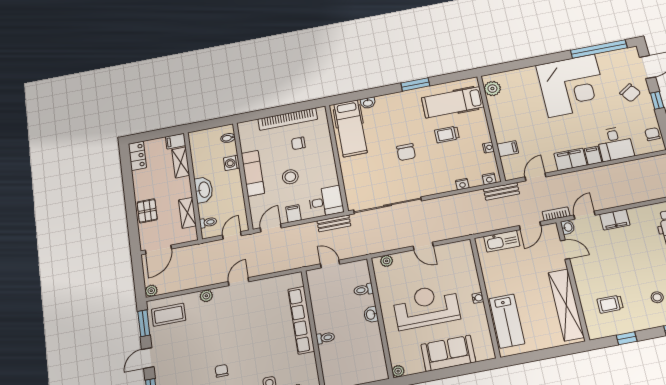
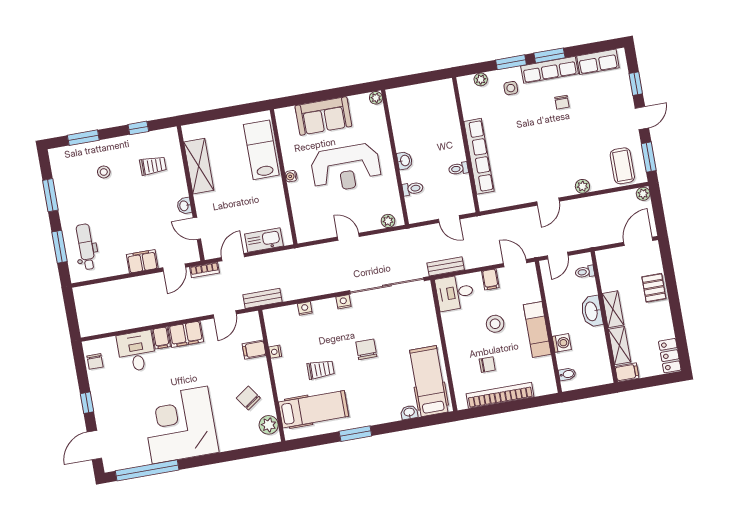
chair: (630, 93) -> (248, 398), moved
nightstand: (489, 179) -> (343, 302), moved
shelving: (187, 213) -> (613, 309), moved
washbasin: (568, 227) -> (184, 206), moved
door: (271, 228) -> (515, 263), swing flipped
shelving: (566, 305) -> (199, 166), width x0.68
coffee table: (169, 315) -> (622, 166), turned 90
toilet: (325, 338) -> (458, 169), moved

